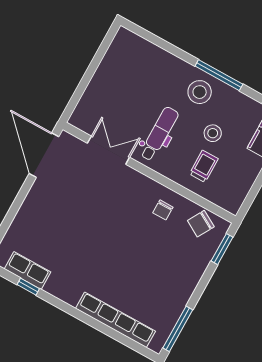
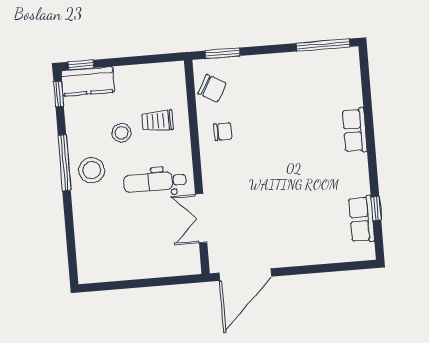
row of seats: (115, 320) -> (355, 130), width x0.50

